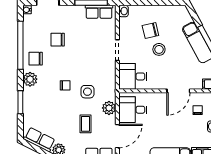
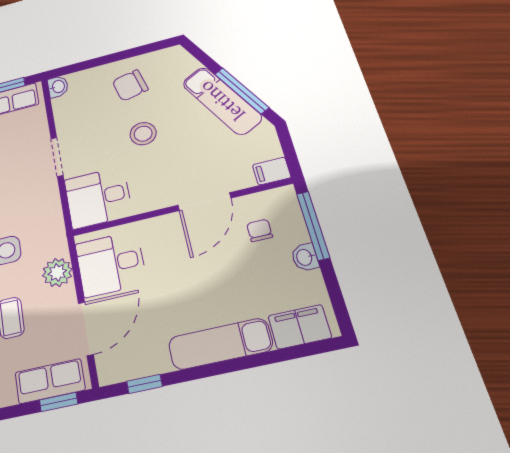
chair: (150, 30) -> (130, 85), moved

